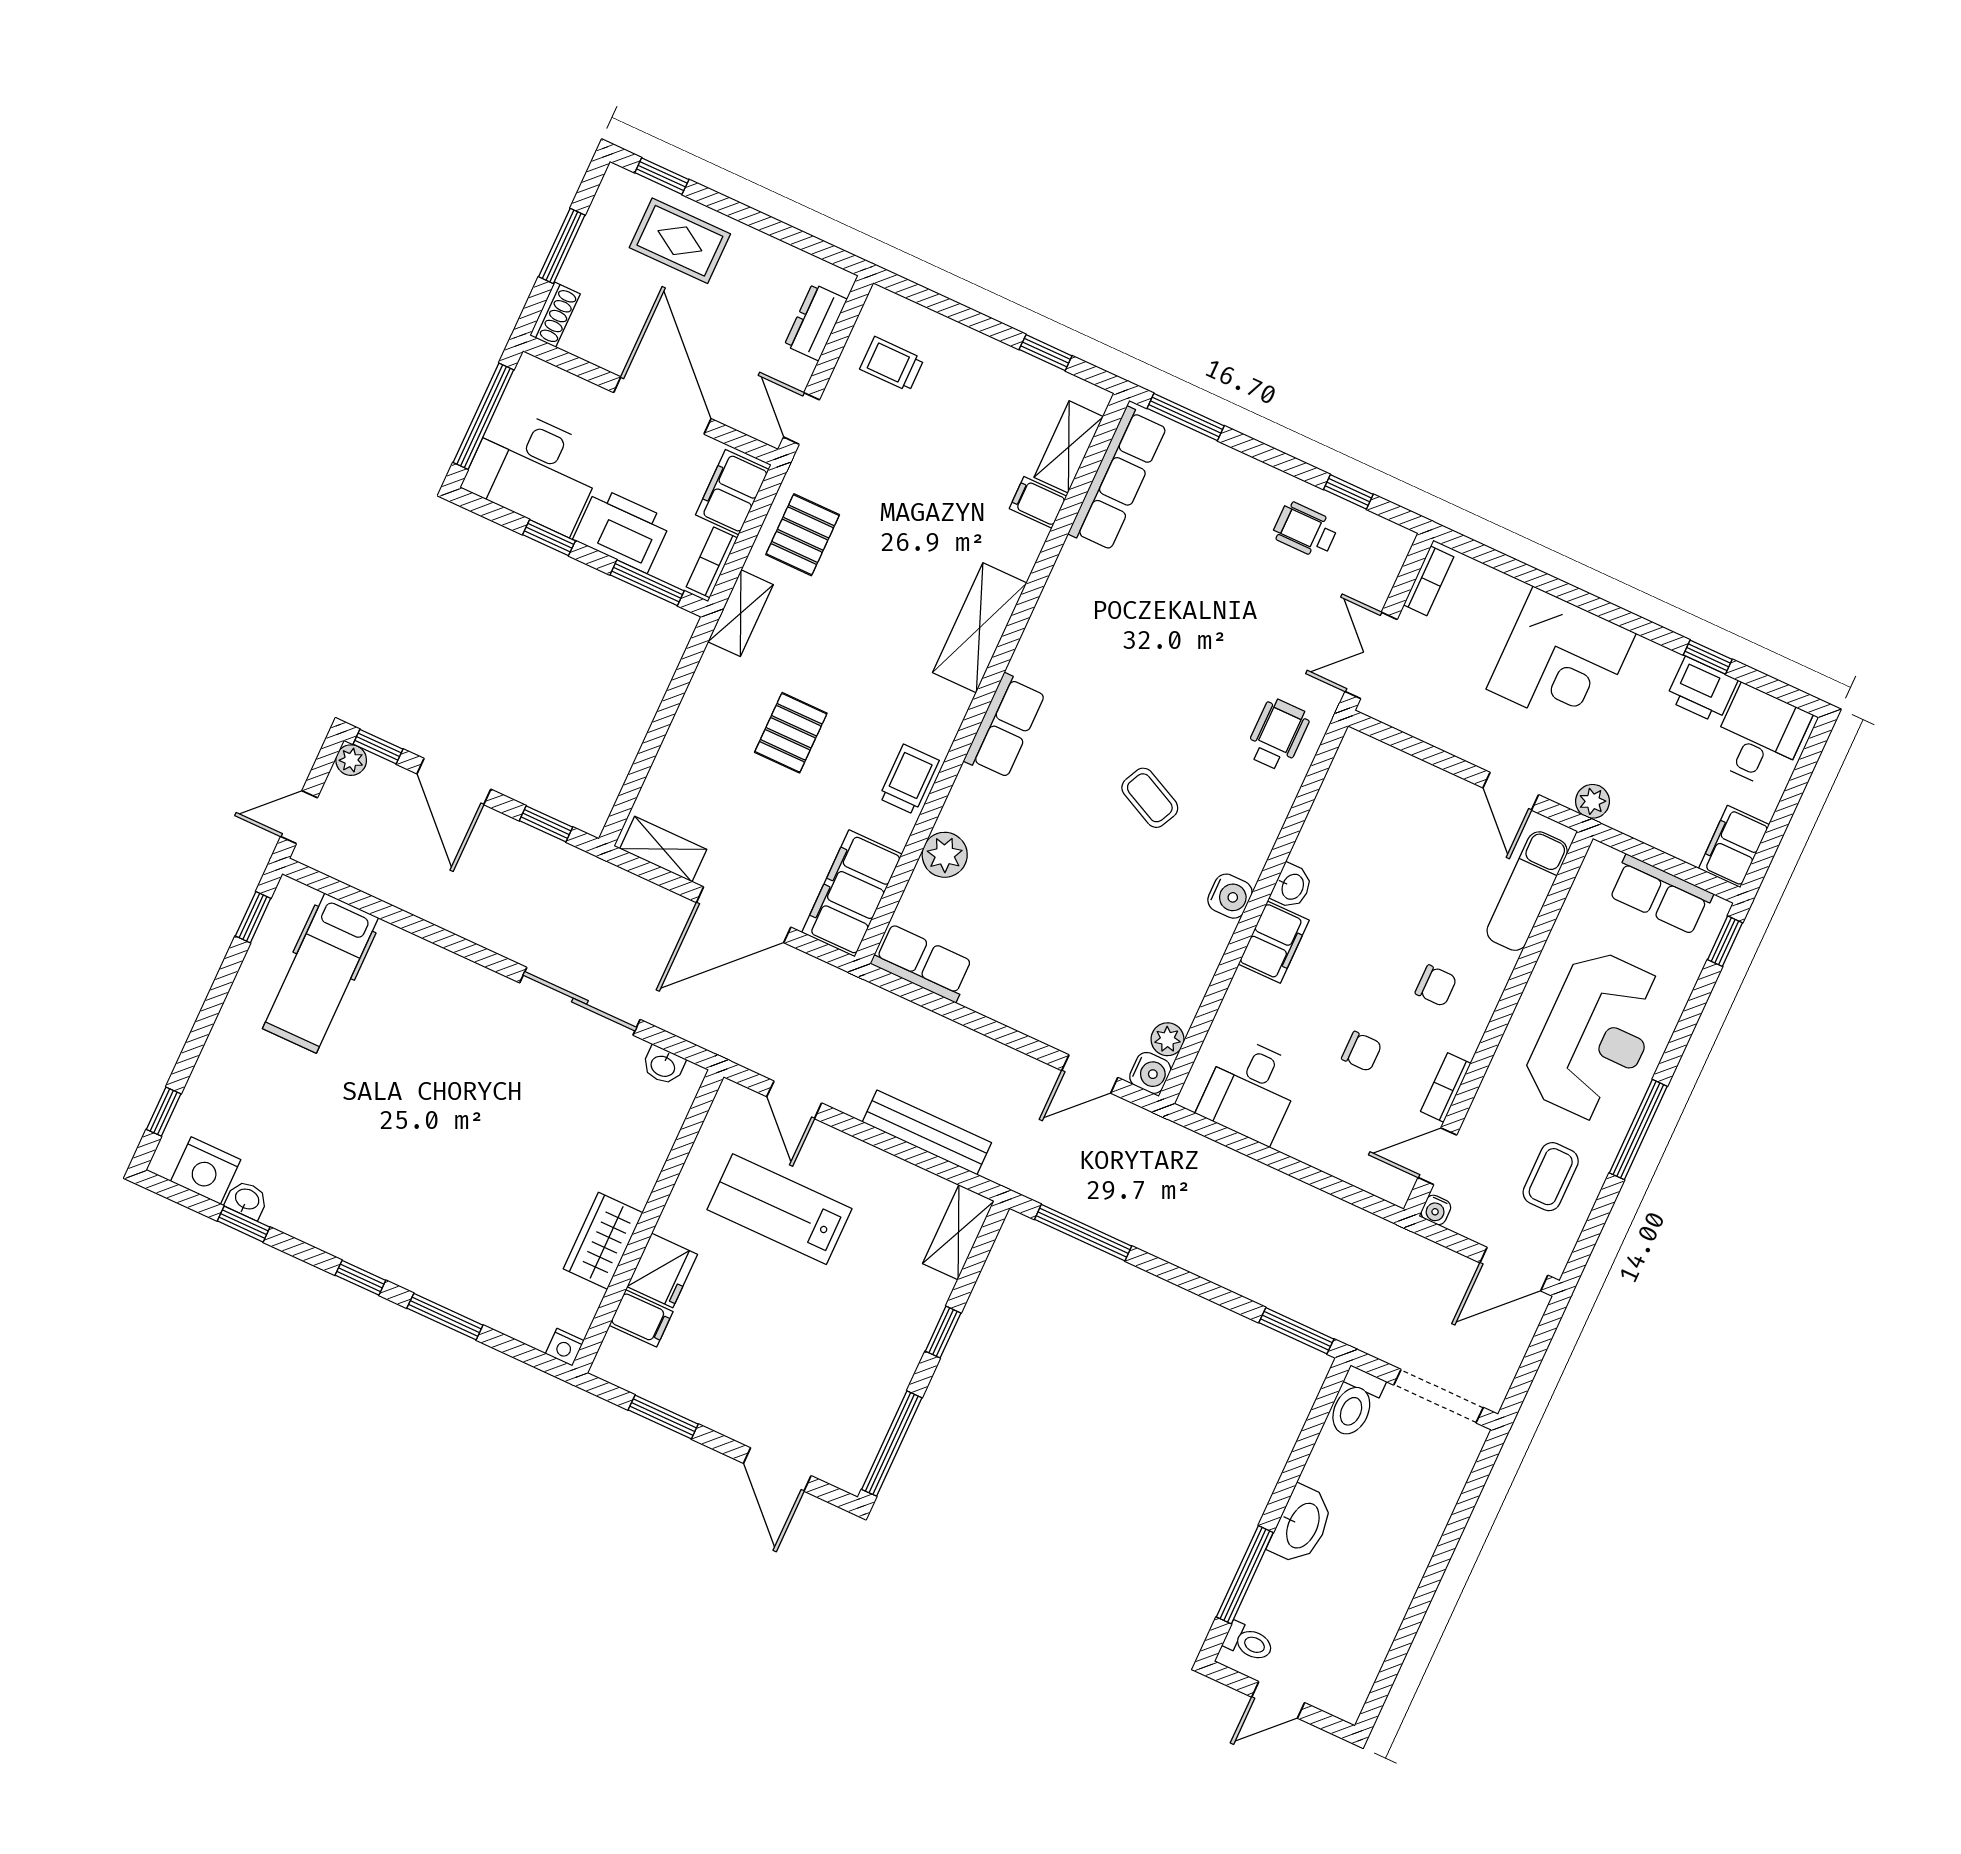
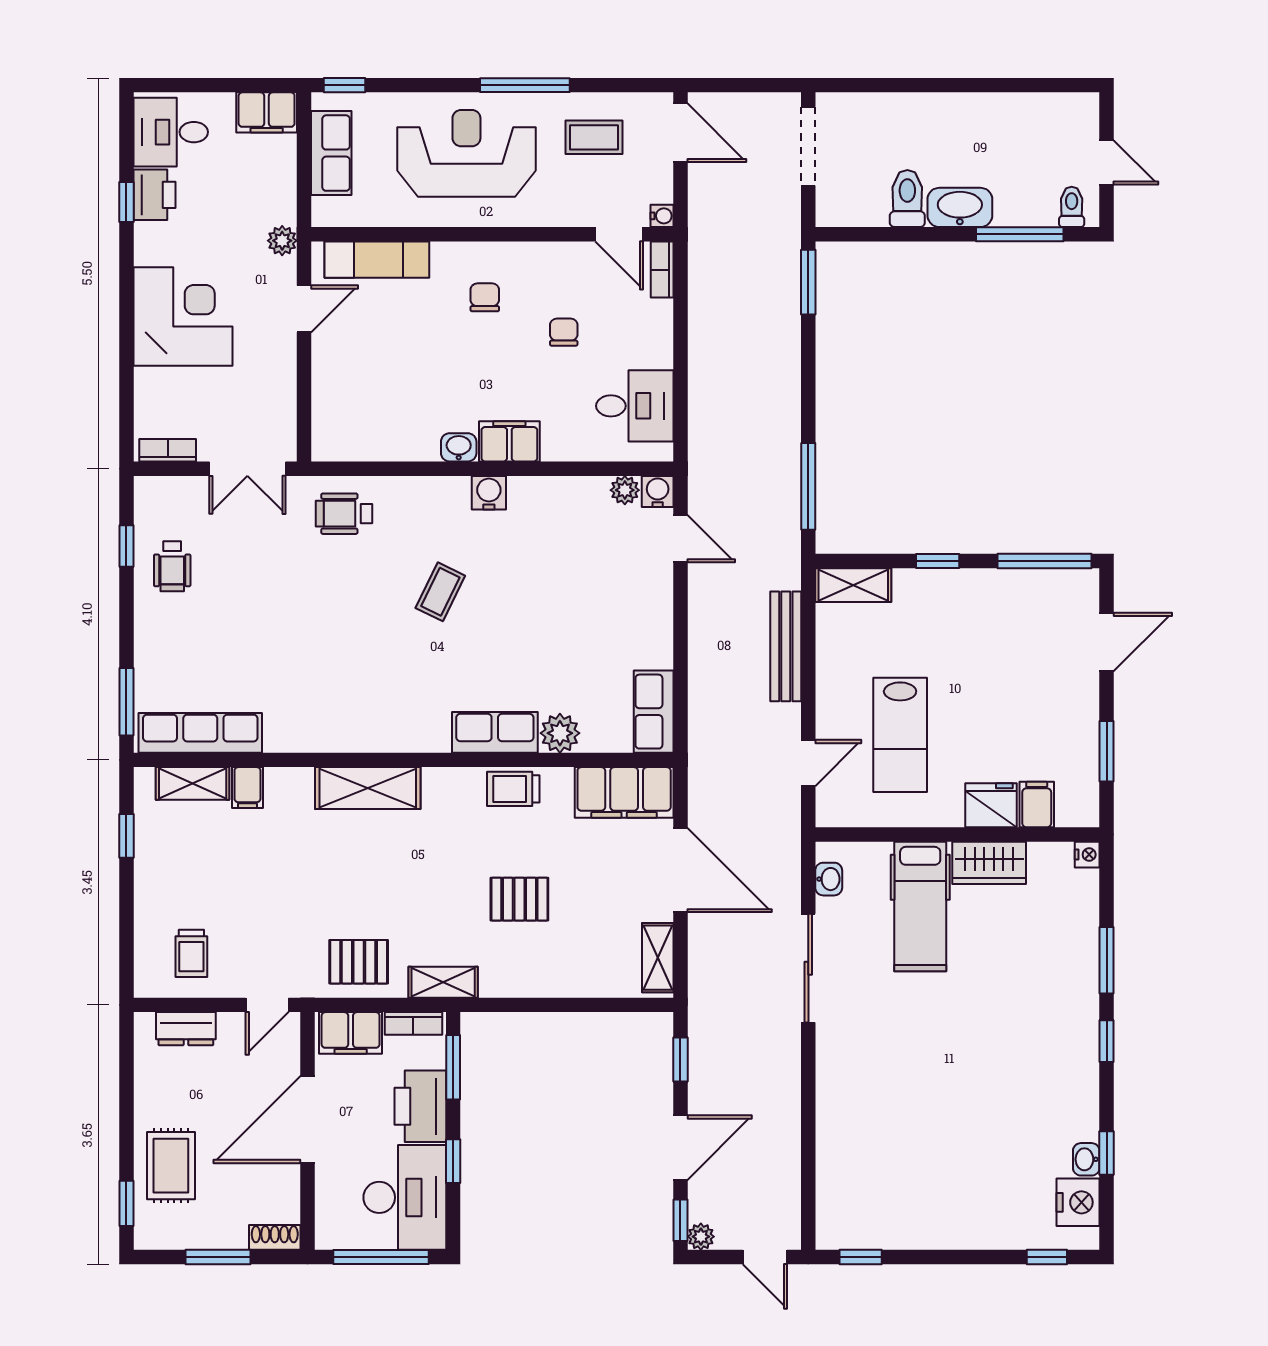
row of seats: (1005, 726) -> (495, 732), moved
hospital bed: (321, 973) -> (920, 906), moved, turned 90
bookcase: (1446, 1087) -> (662, 270), moved, turned 90
toilet: (1355, 1403) -> (907, 199), moved, turned -90

